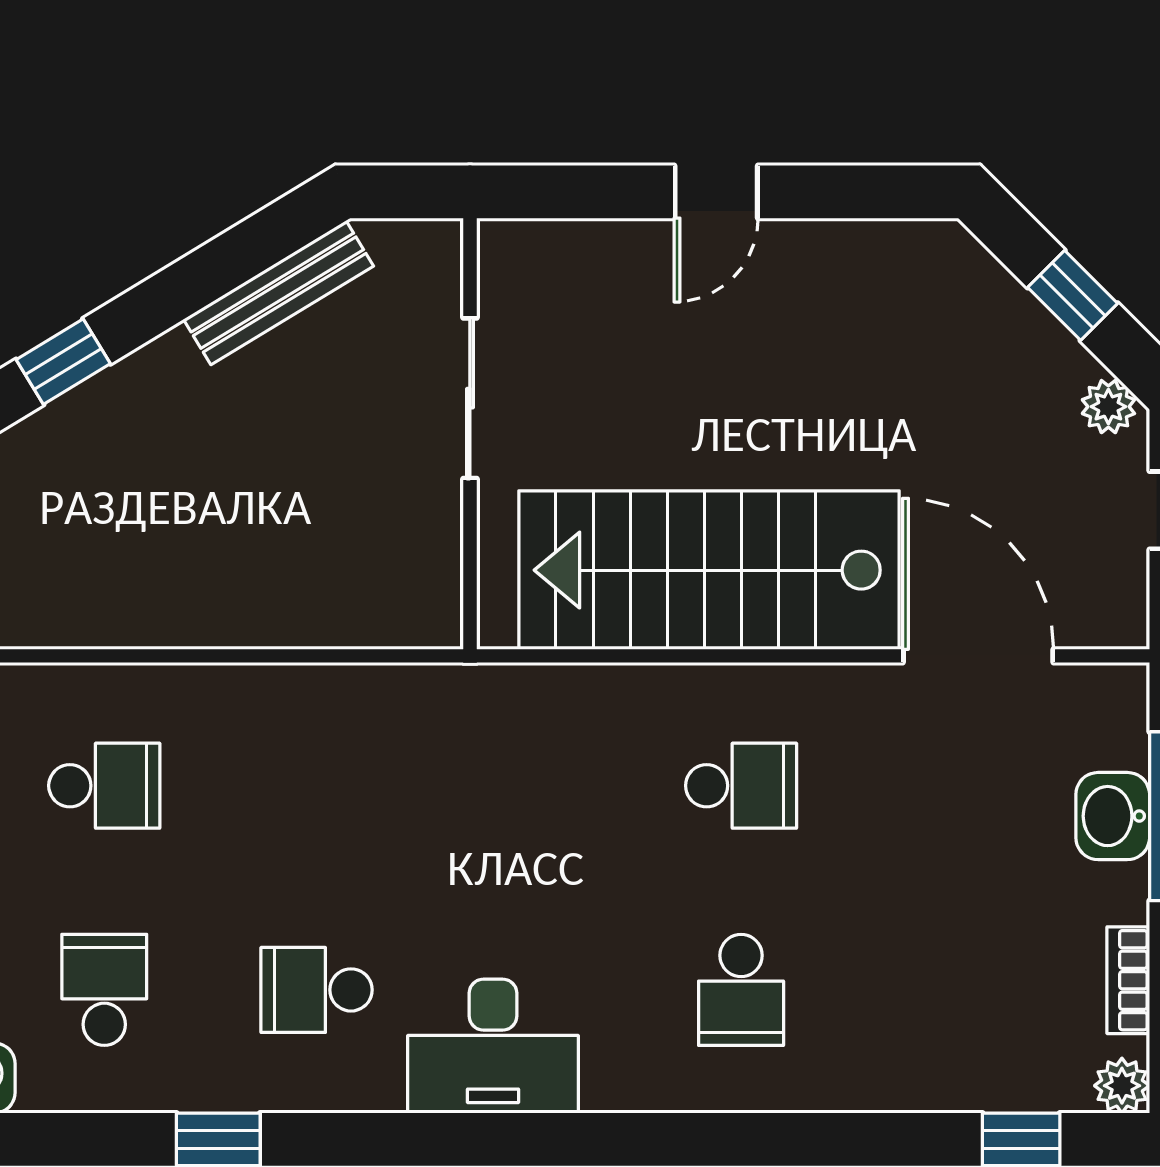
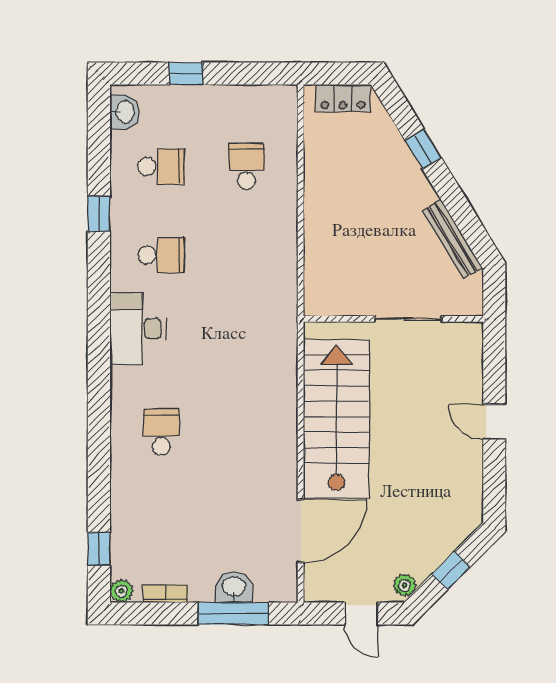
school desk: (104, 786) -> (246, 166), turned 180
school desk: (741, 786) -> (246, 432), removed
school desk: (317, 990) -> (161, 255), turned 90
school desk: (741, 990) -> (161, 432), turned 90

